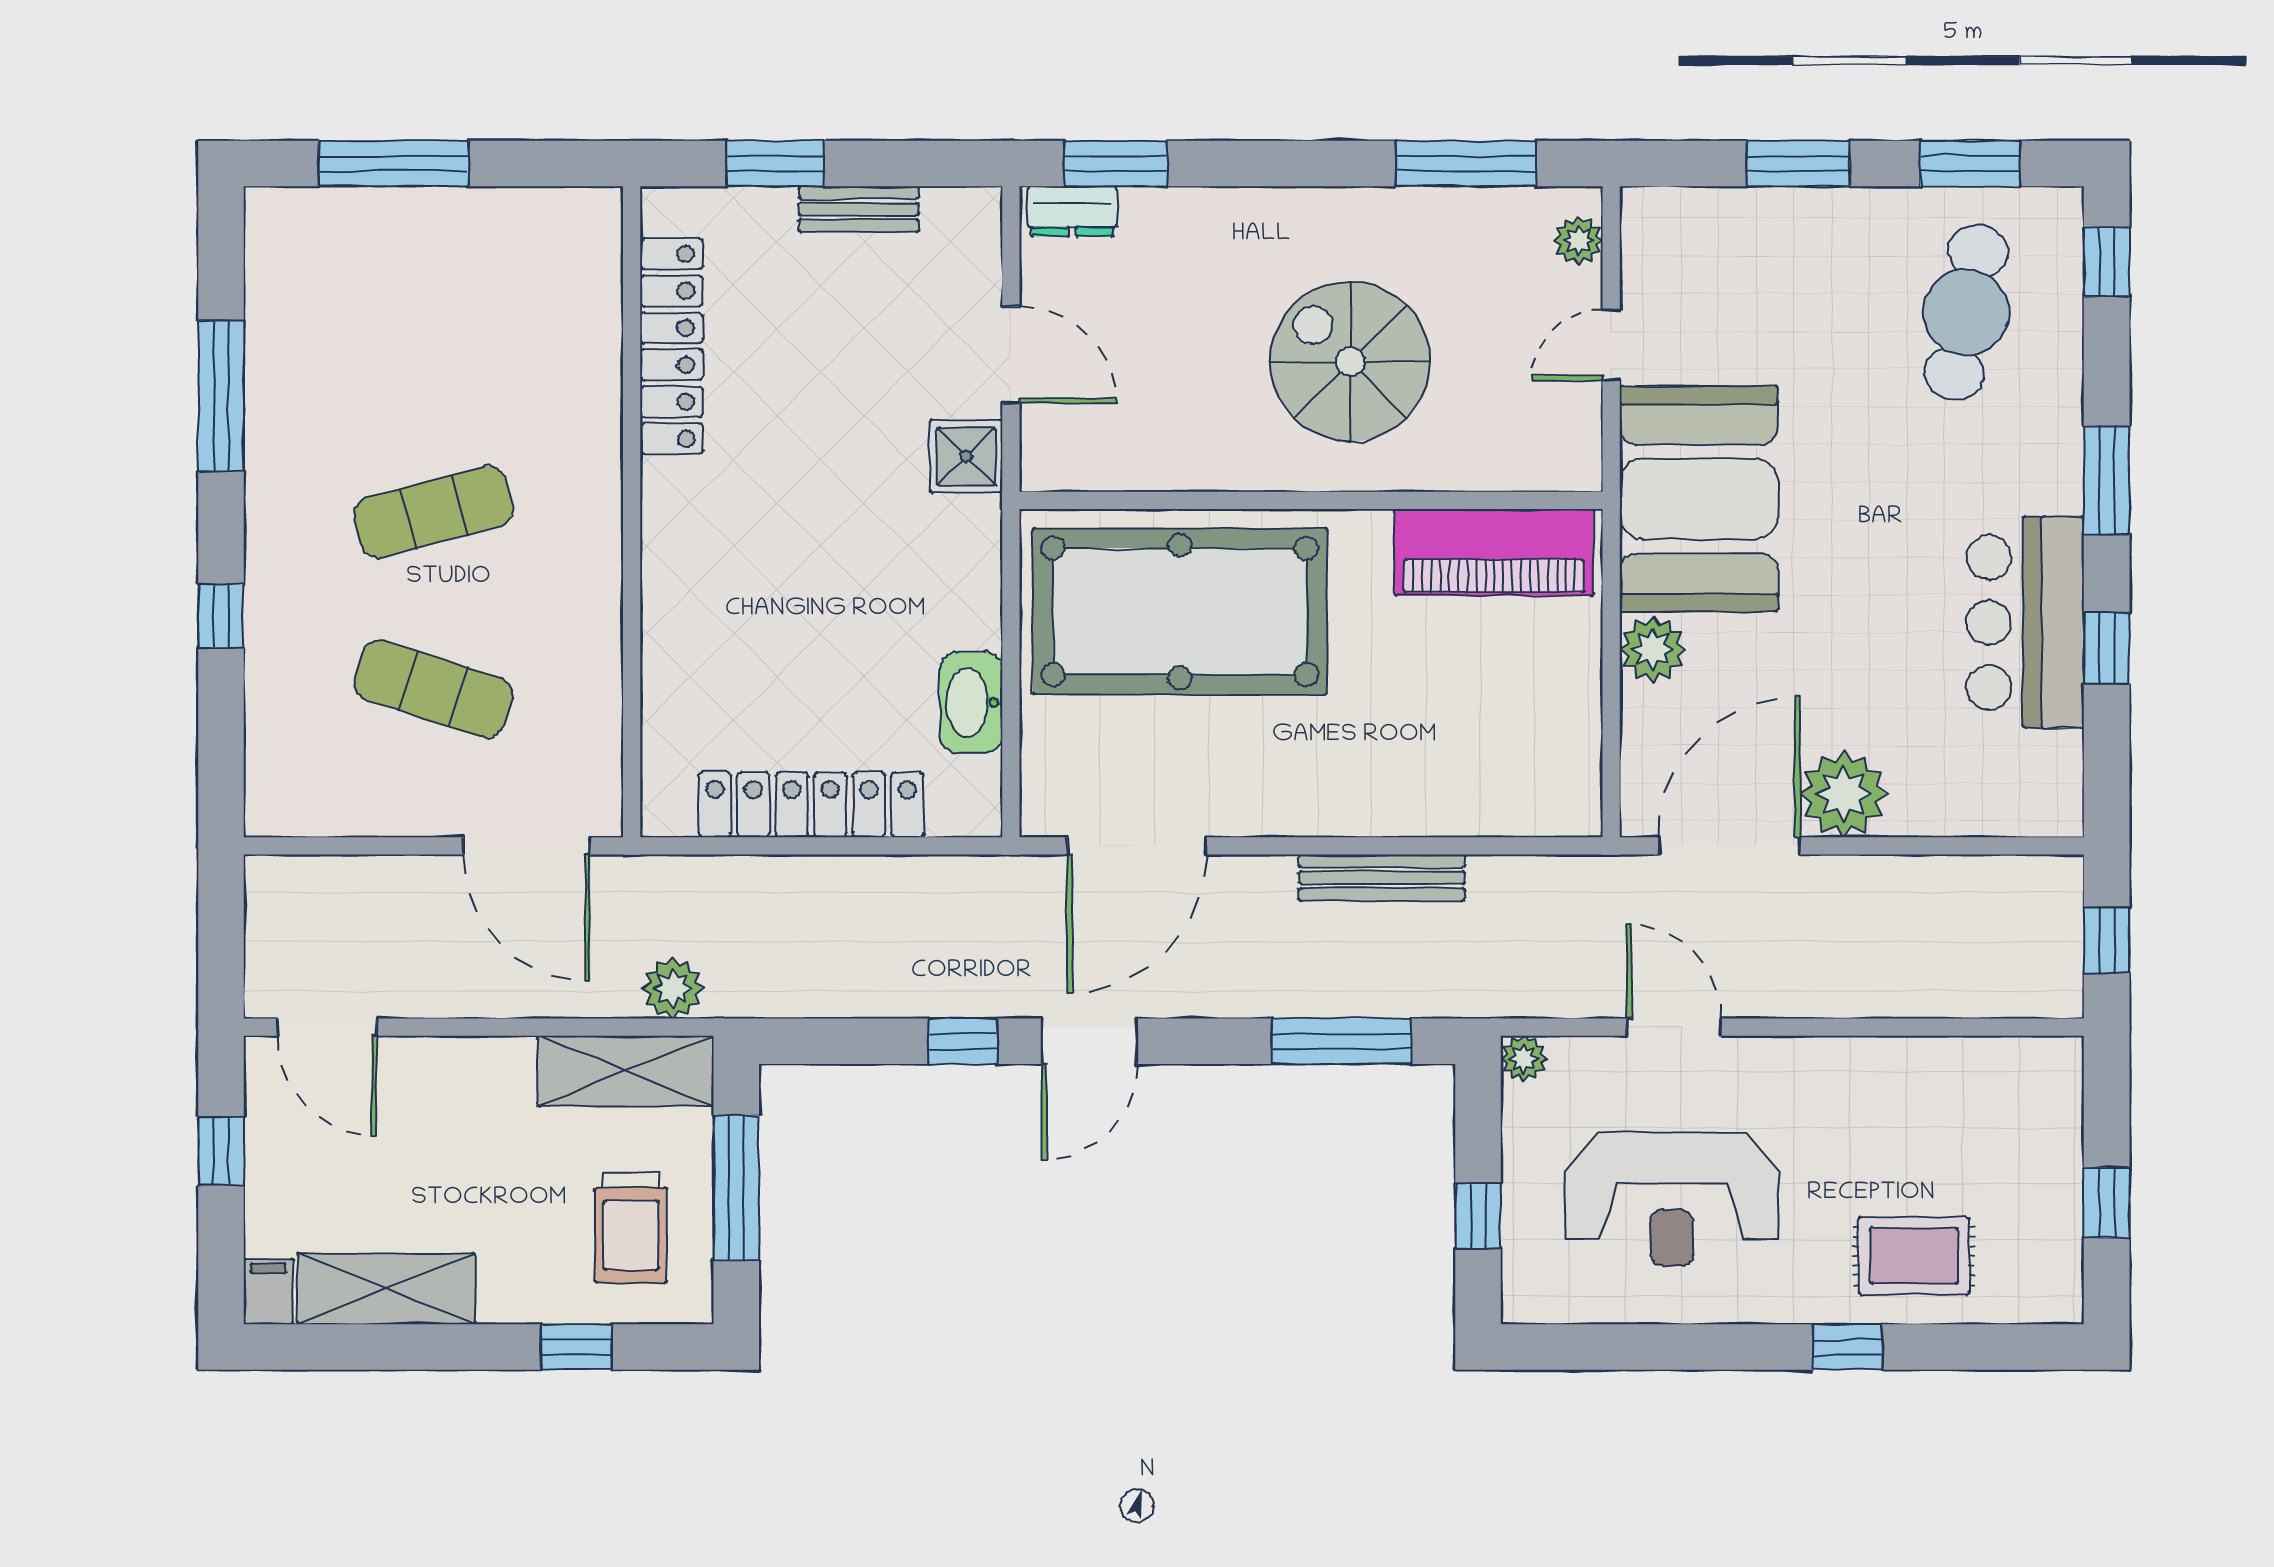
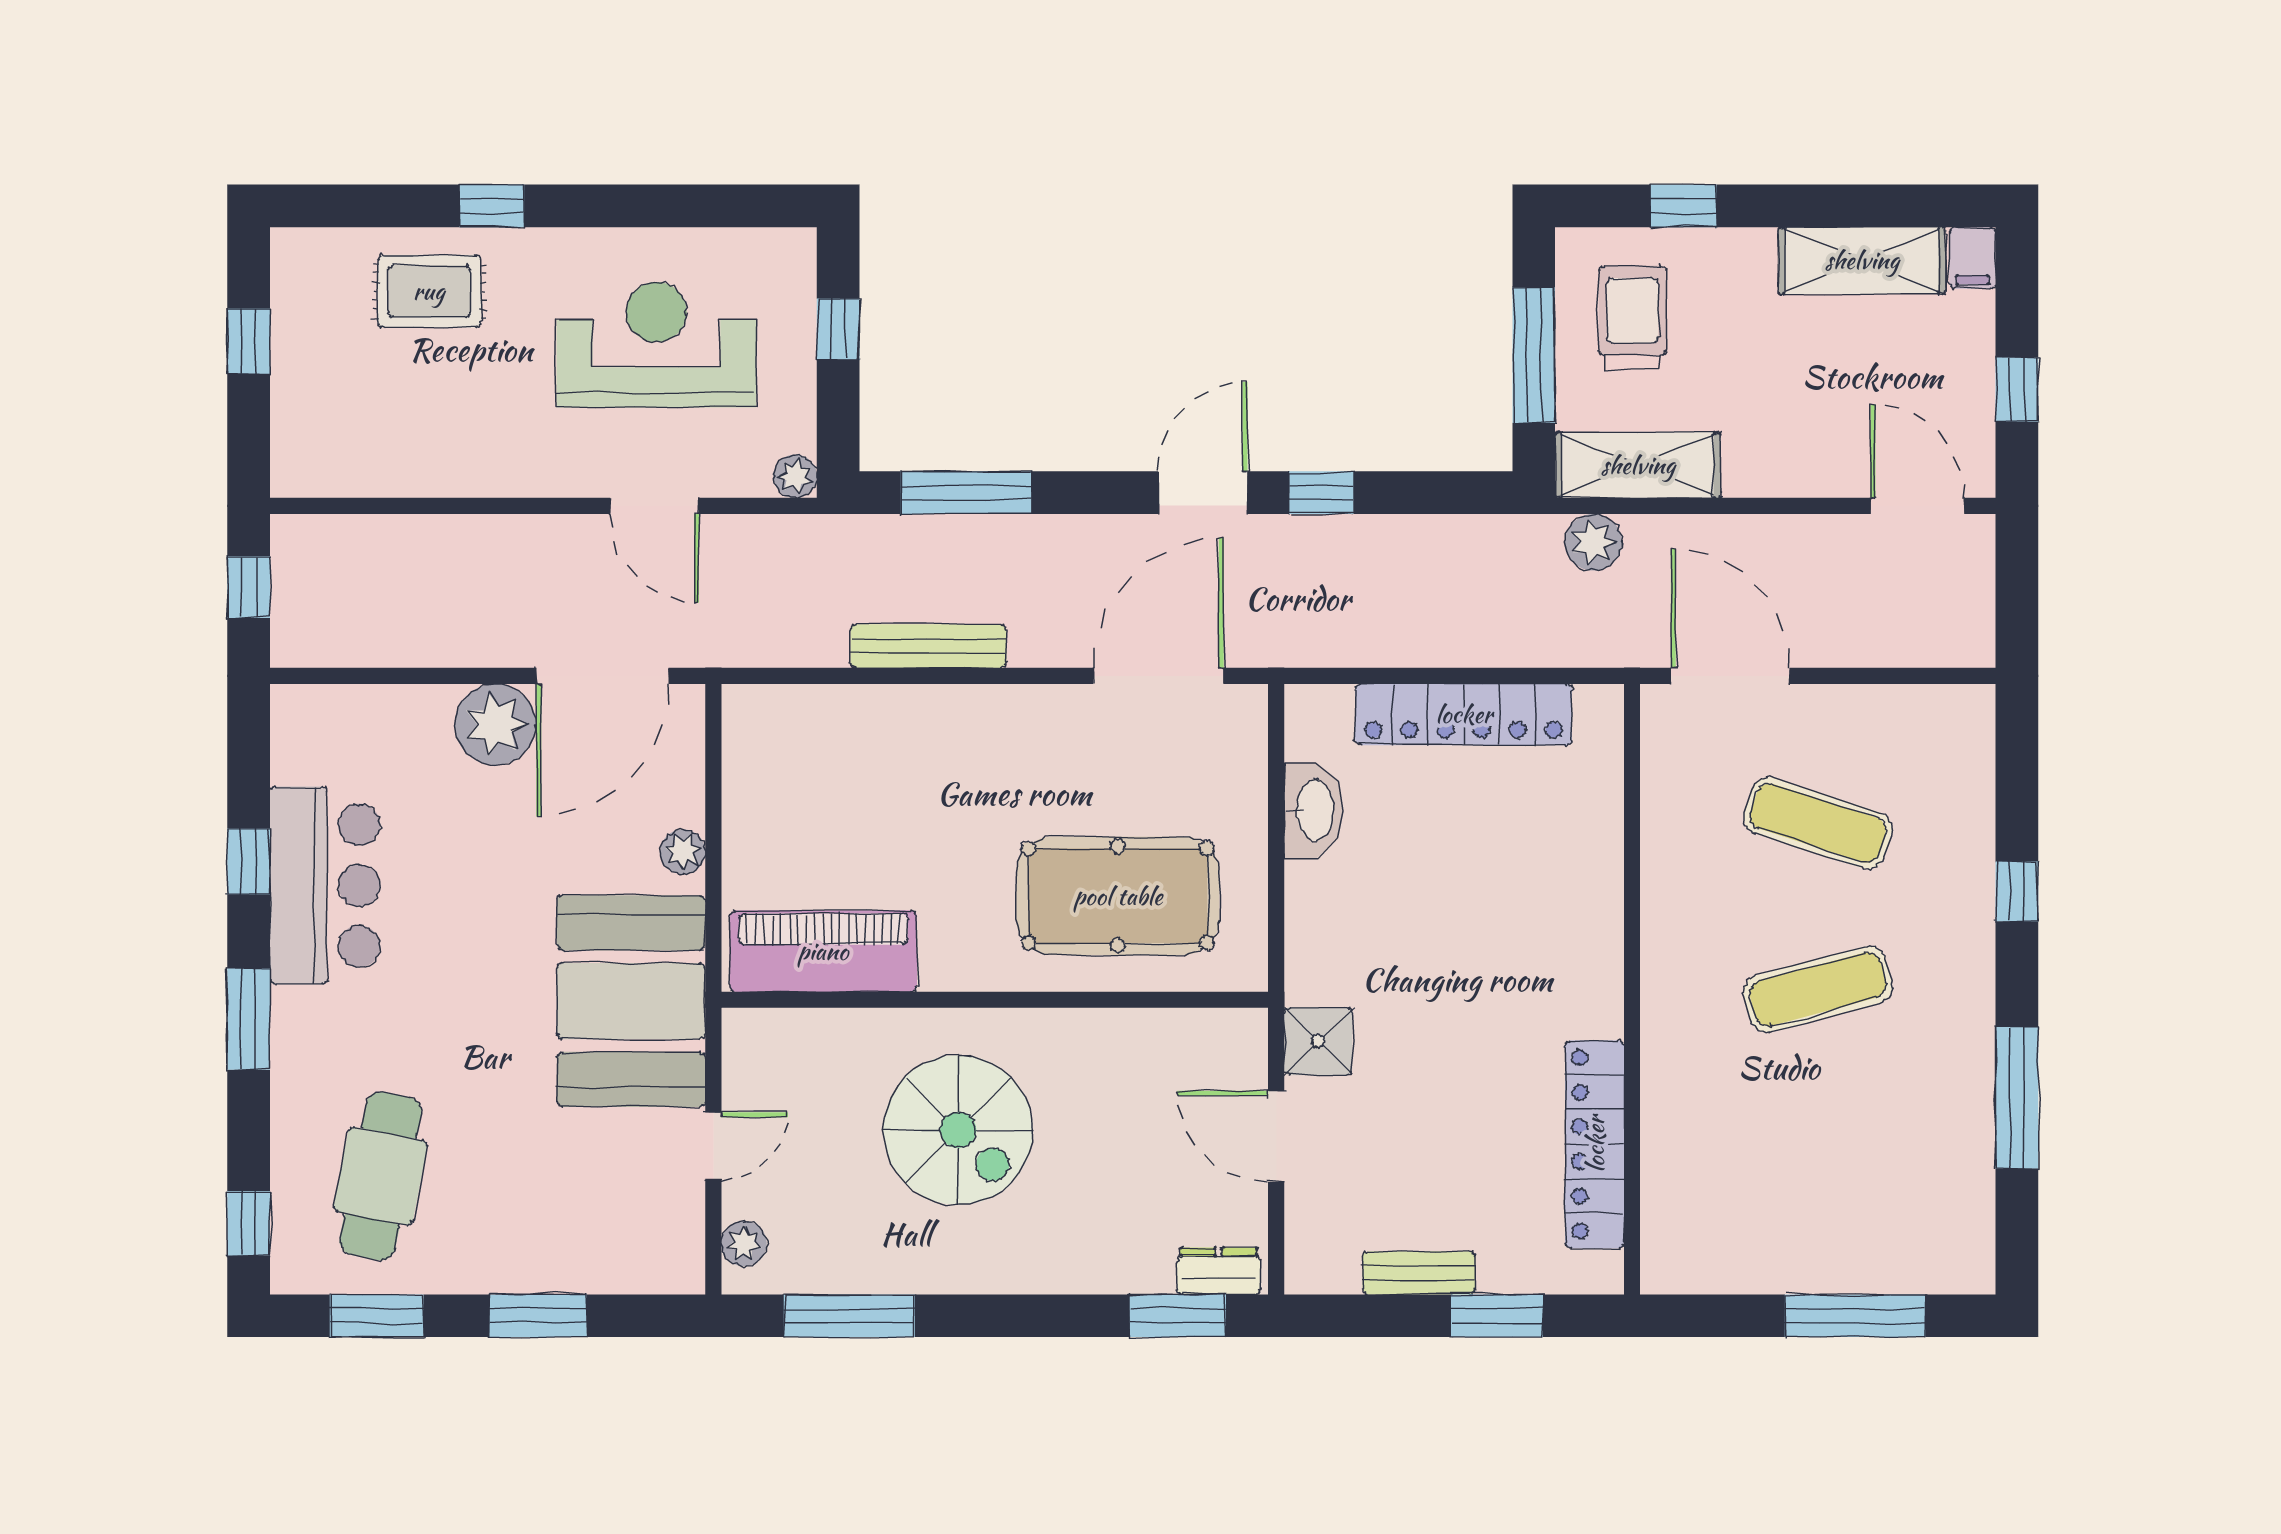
pool table: (1180, 611) -> (1118, 896), width x0.73, depth x0.76
plant: (1653, 649) -> (683, 852), width x0.73, depth x0.73

